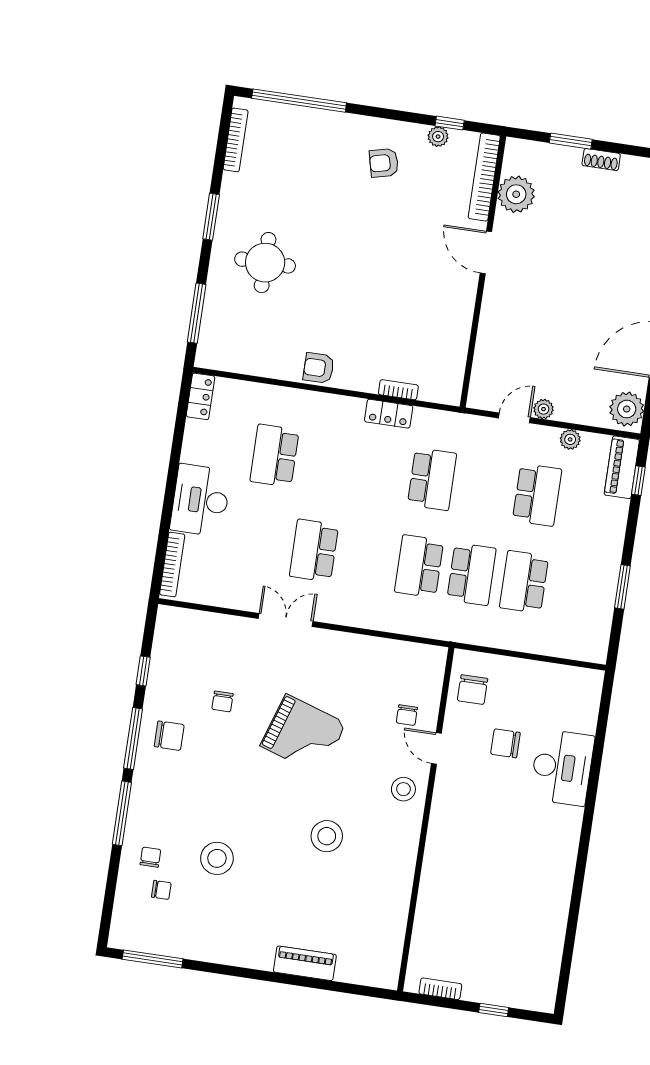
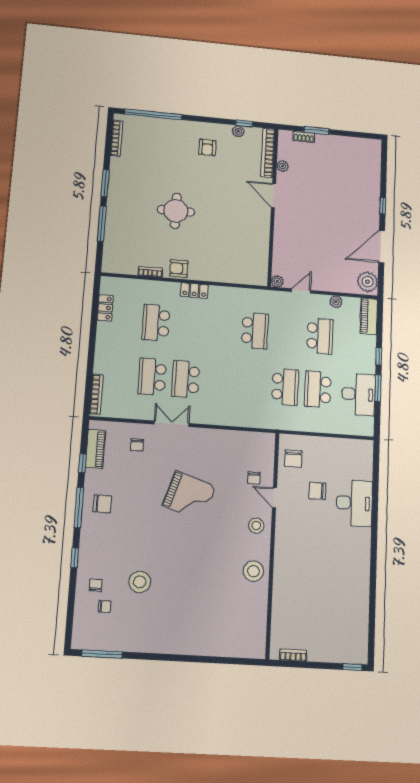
shoe rack: (601, 160) -> (304, 137), moved
armchair: (384, 163) -> (207, 147), turned -76
plant: (516, 194) -> (282, 166), width x0.53, depth x0.53
round table: (265, 263) -> (176, 211), moved
window: (197, 313) -> (102, 224), moved
bookcase: (398, 390) -> (150, 272), moved
locker: (200, 396) -> (105, 308), moved
plant: (544, 409) -> (277, 281), moved
locker: (389, 414) -> (194, 291), moved
window: (638, 481) -> (379, 356), moved
desk: (200, 500) -> (359, 394), moved, turned 180
school desk: (419, 566) -> (152, 377), moved
chair: (222, 701) -> (137, 445), moved
window: (122, 813) -> (75, 558), width x0.46
stool: (327, 836) -> (253, 571), moved
piano: (305, 963) -> (95, 449), moved, turned 90
window: (494, 1010) -> (353, 667), moved

